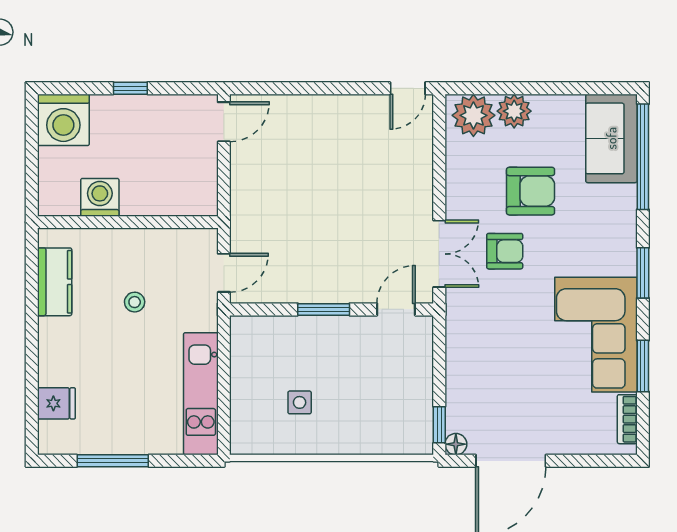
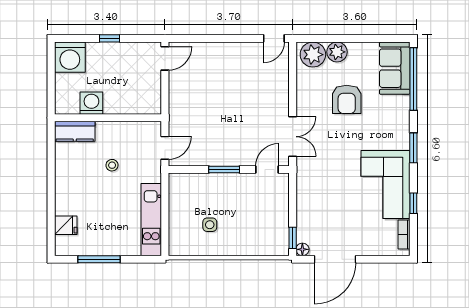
armchair: (531, 191) -> (347, 99), turned 90
armchair: (505, 251) -> (331, 135), removed
kitchen counter: (55, 282) -> (75, 131), moved, turned 90
window: (643, 366) -> (413, 203), width x0.67

